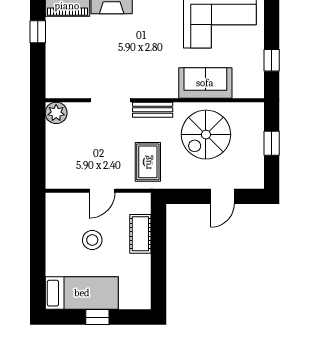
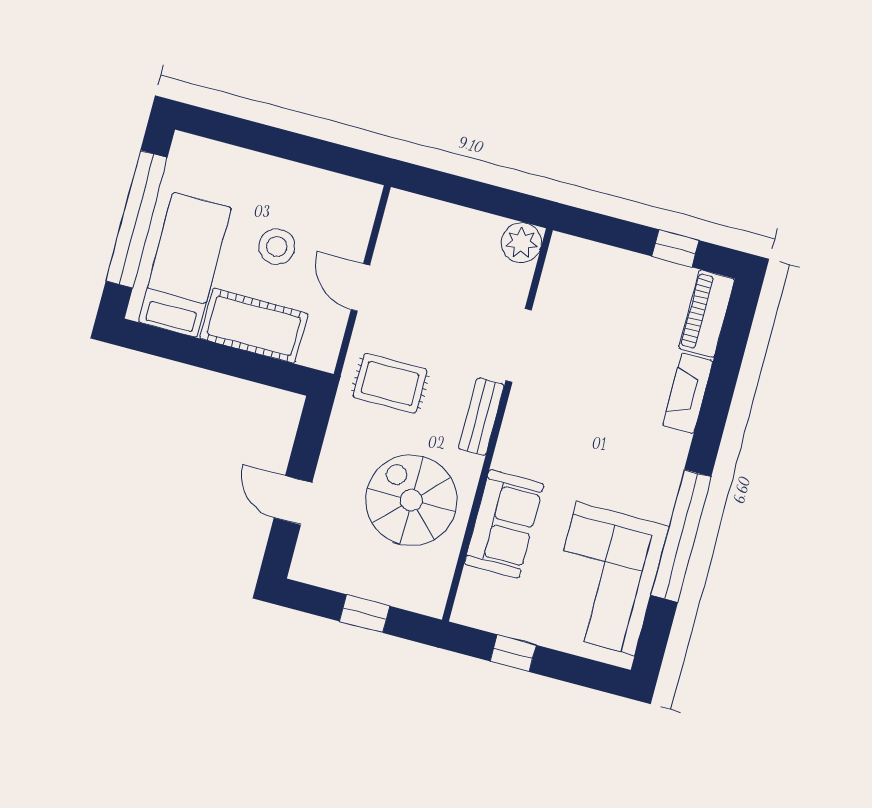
cot: (140, 234) -> (254, 326), width x1.37, depth x1.34
bed: (82, 293) -> (185, 265), moved, turned 180
window: (97, 317) -> (137, 219), width x3.17

